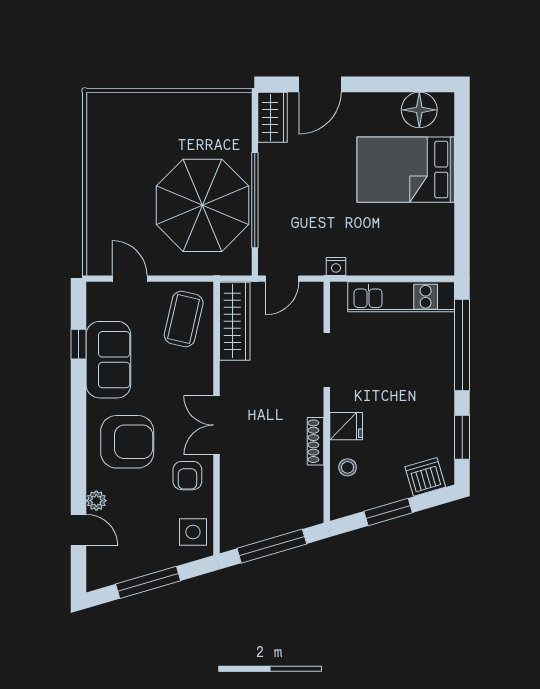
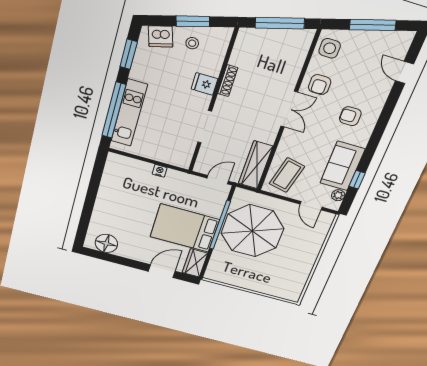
bed: (406, 170) -> (185, 228), moved, turned 180
nightstand: (336, 266) -> (160, 171), moved
kitchen unit: (401, 297) -> (129, 113), moved, turned 90
armchair: (127, 442) -> (350, 116), width x0.53, depth x0.53
stool: (348, 467) -> (192, 43), moved
armchair: (187, 476) -> (320, 85), turned 180
plant: (96, 501) -> (338, 195), moved

